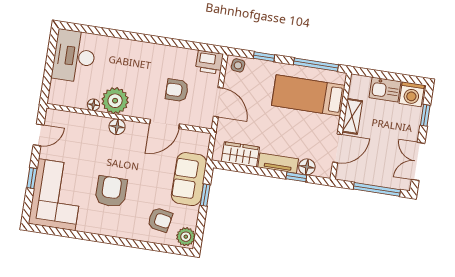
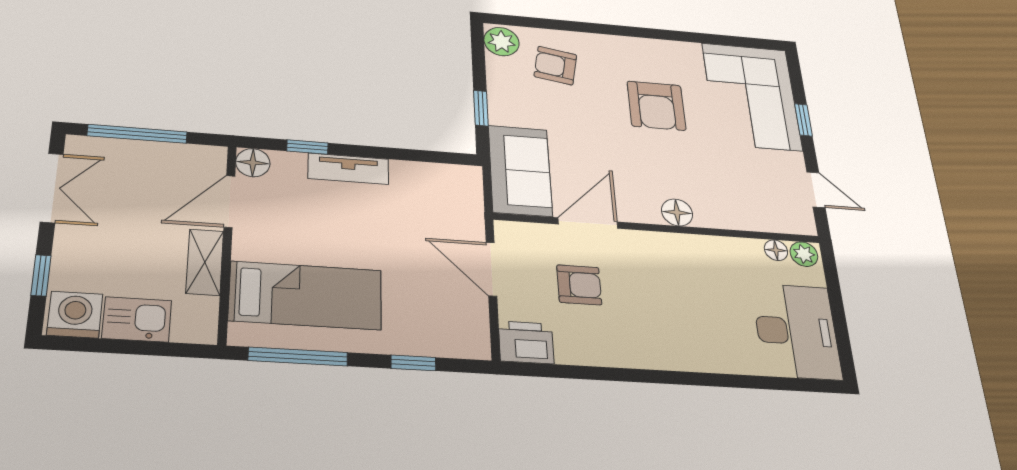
side table: (238, 65) -> (465, 341), removed
plant: (115, 101) -> (804, 254), moved, width x0.53, depth x0.53
floor lamp: (93, 105) -> (776, 250), moved
door: (39, 135) -> (816, 190), swing flipped
wardrobe: (240, 154) -> (427, 180), removed
floor lamp: (307, 167) -> (253, 163), moved
sofa: (189, 179) -> (520, 170), moved

